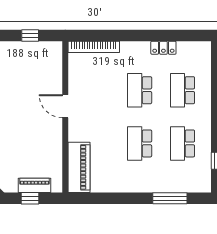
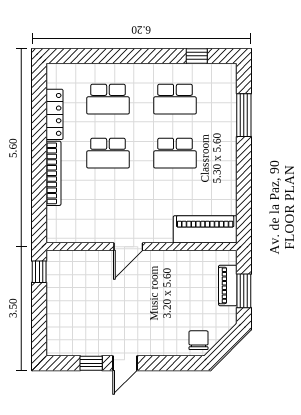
window: (30, 35) -> (39, 272), moved
bookcase: (94, 47) -> (53, 173), moved
locker: (163, 48) -> (54, 114), width x1.53
window: (30, 198) -> (244, 291), width x1.50

